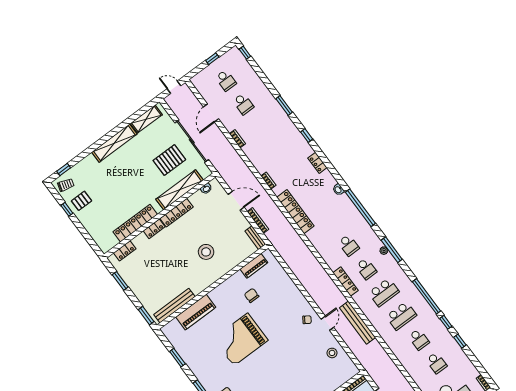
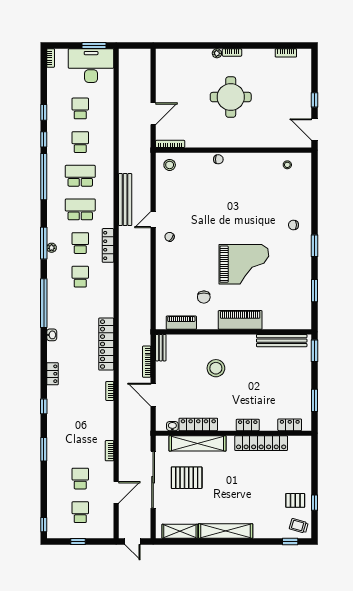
locker: (177, 213) -> (198, 424), moved
piano: (196, 312) -> (240, 320), moved
stool: (332, 353) -> (170, 165), moved

